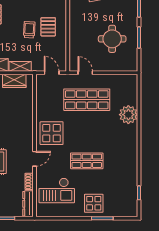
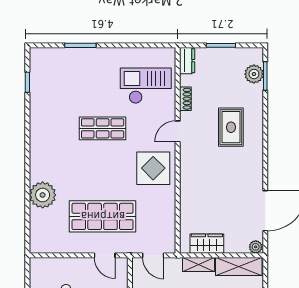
display table: (94, 203) -> (93, 67), removed
dresser: (28, 204) -> (187, 61), width x0.70

